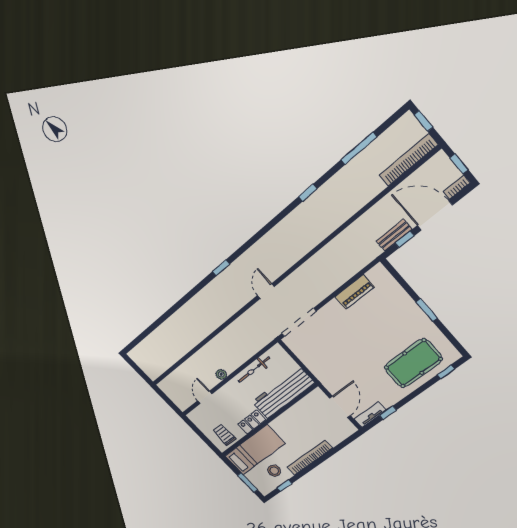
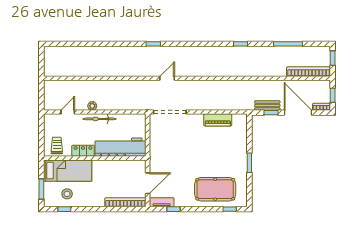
bicycle: (254, 370) -> (100, 119), moved
bookcase: (310, 458) -> (125, 202), moved

